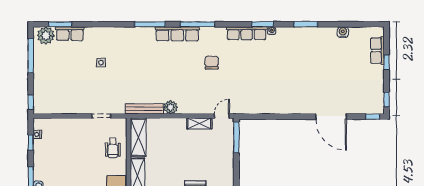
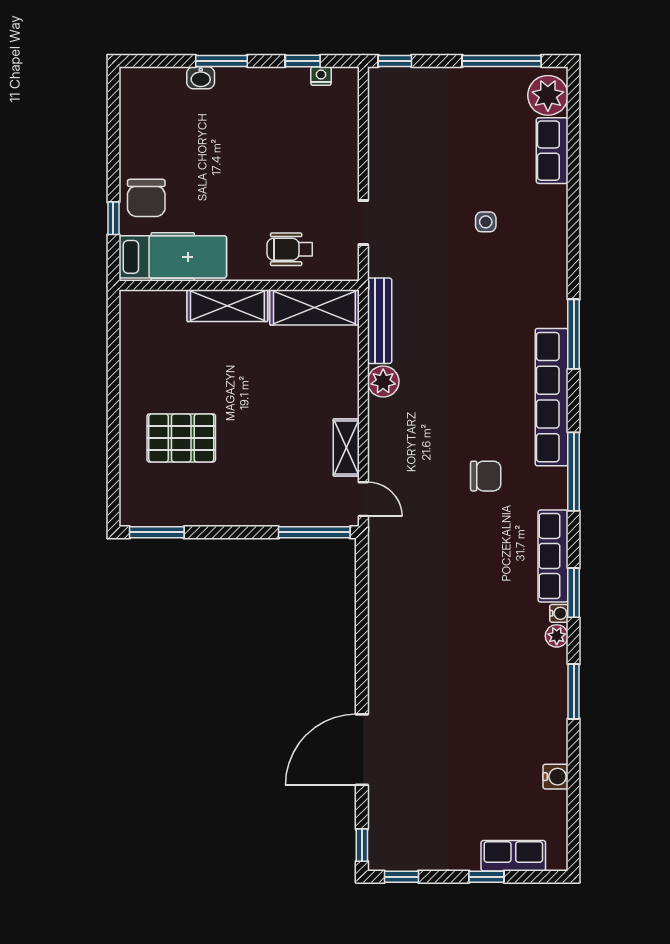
window: (60, 24) -> (574, 128), removed
window: (198, 24) -> (574, 472), moved
plant: (281, 32) -> (557, 636), added
row of seats: (177, 34) -> (552, 397), width x1.36

